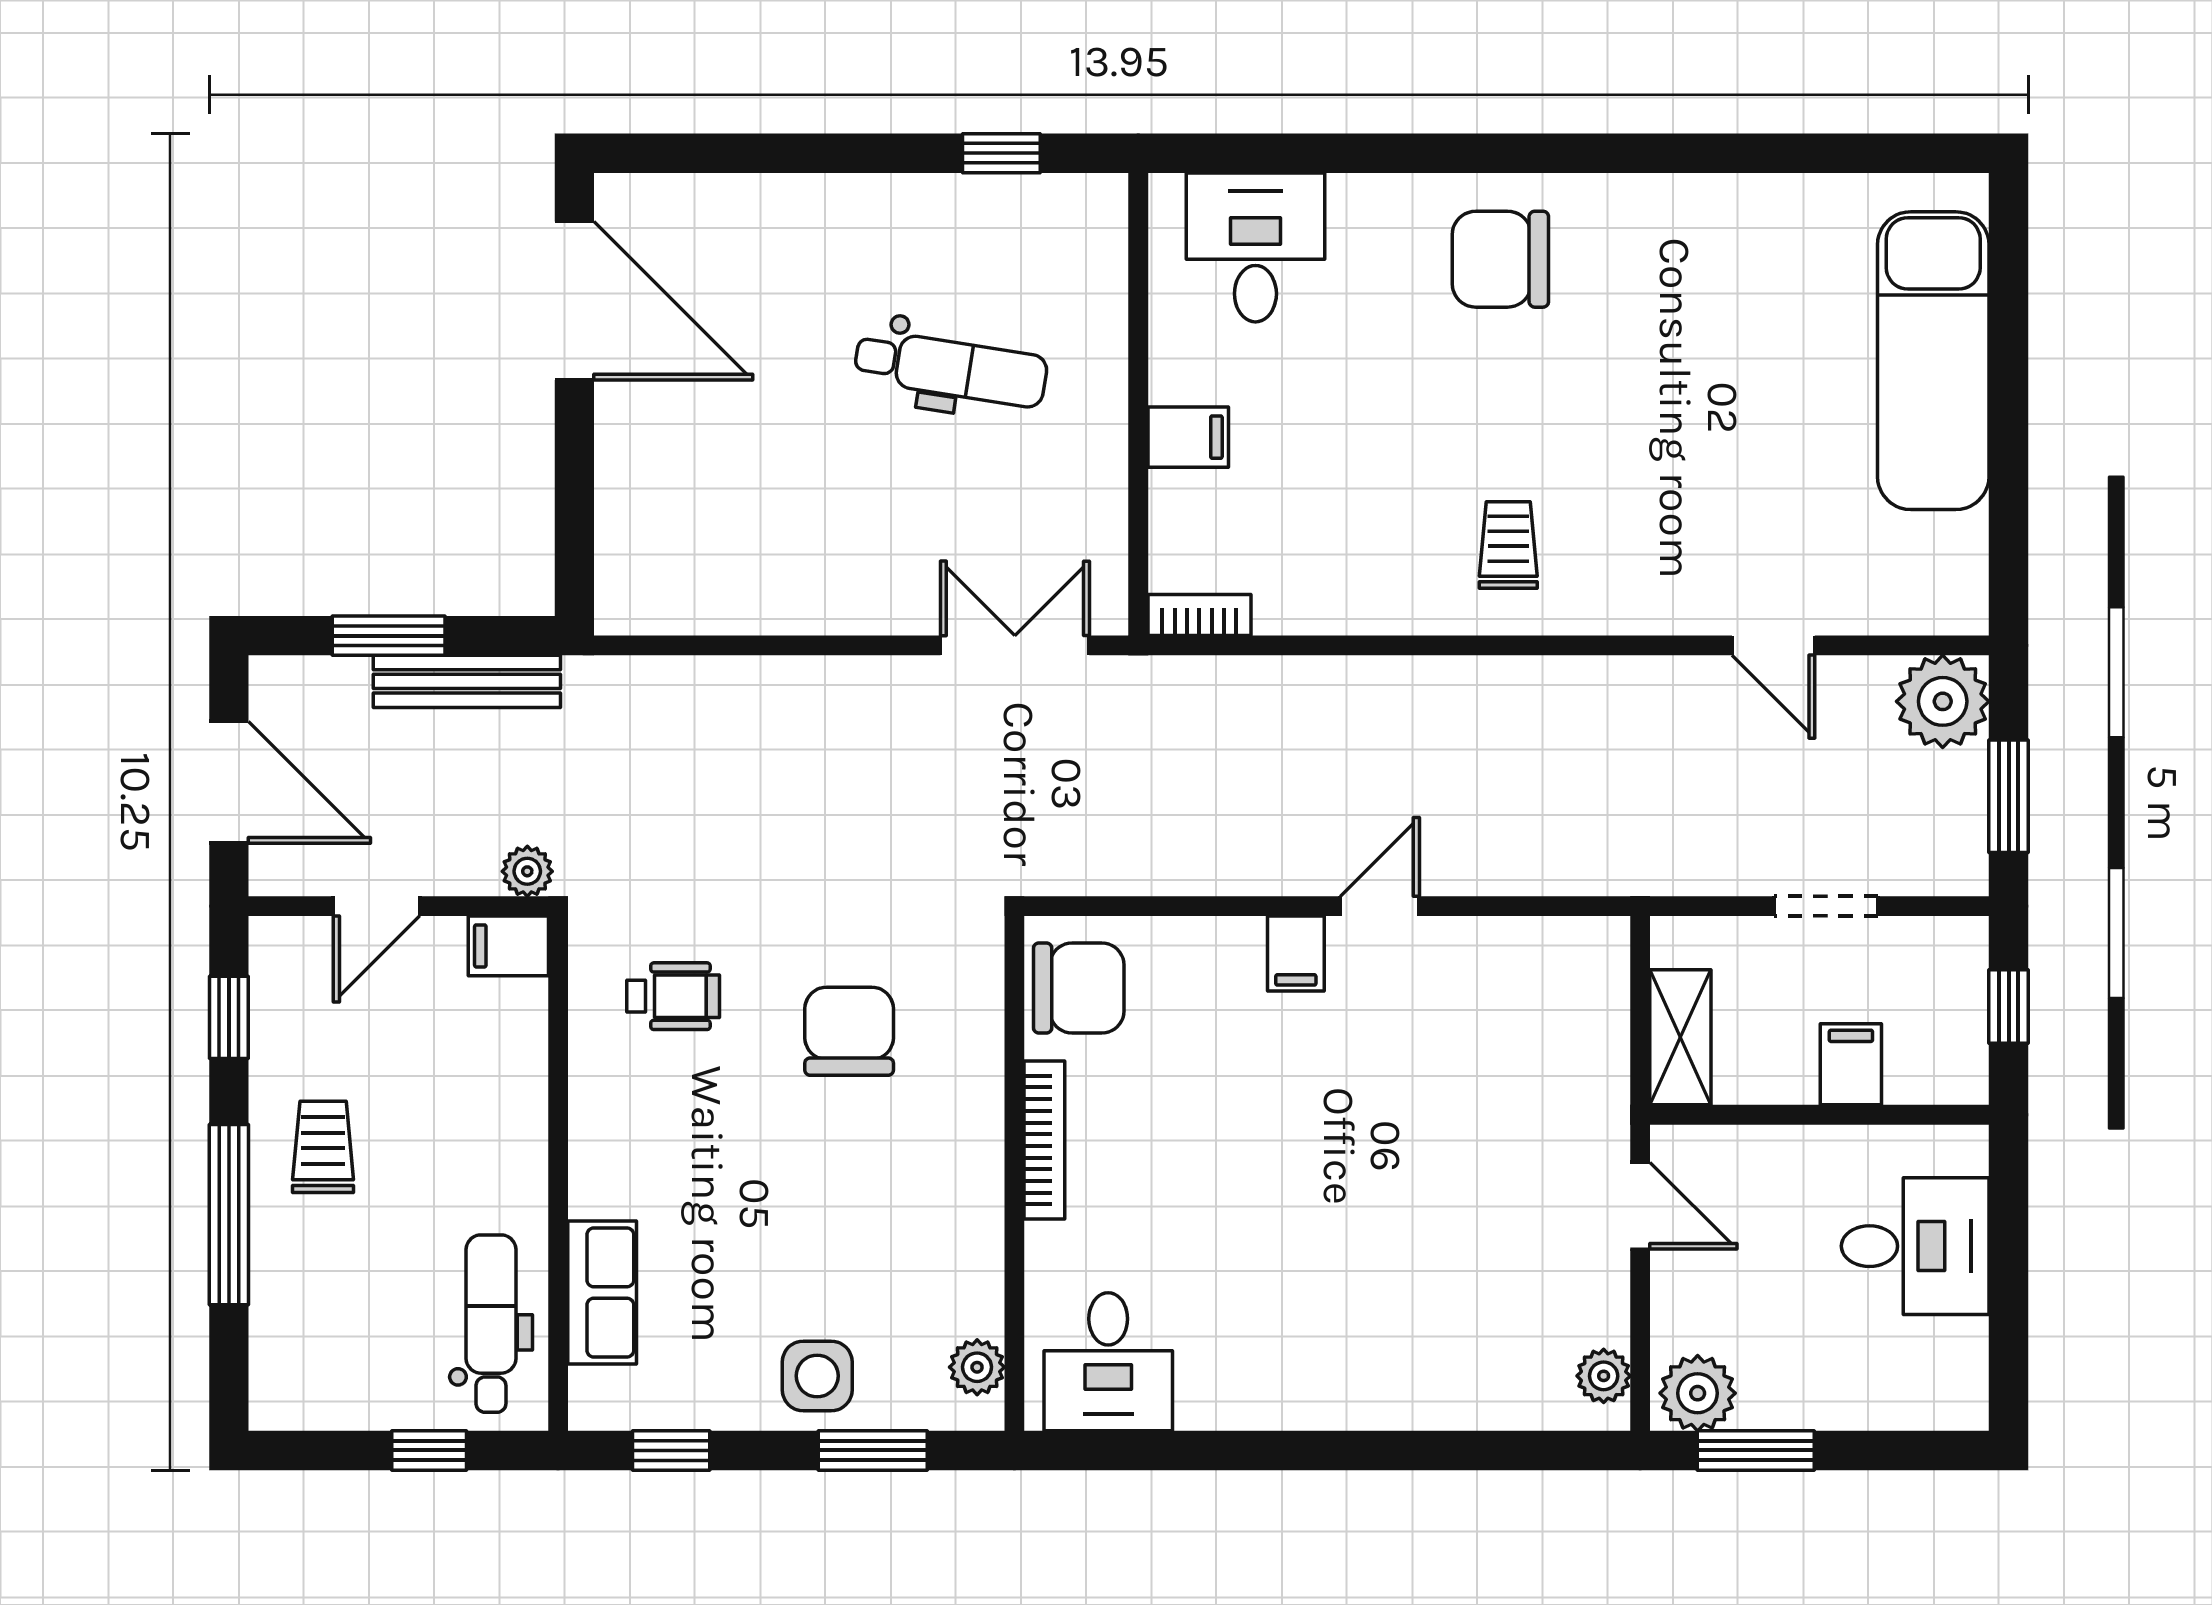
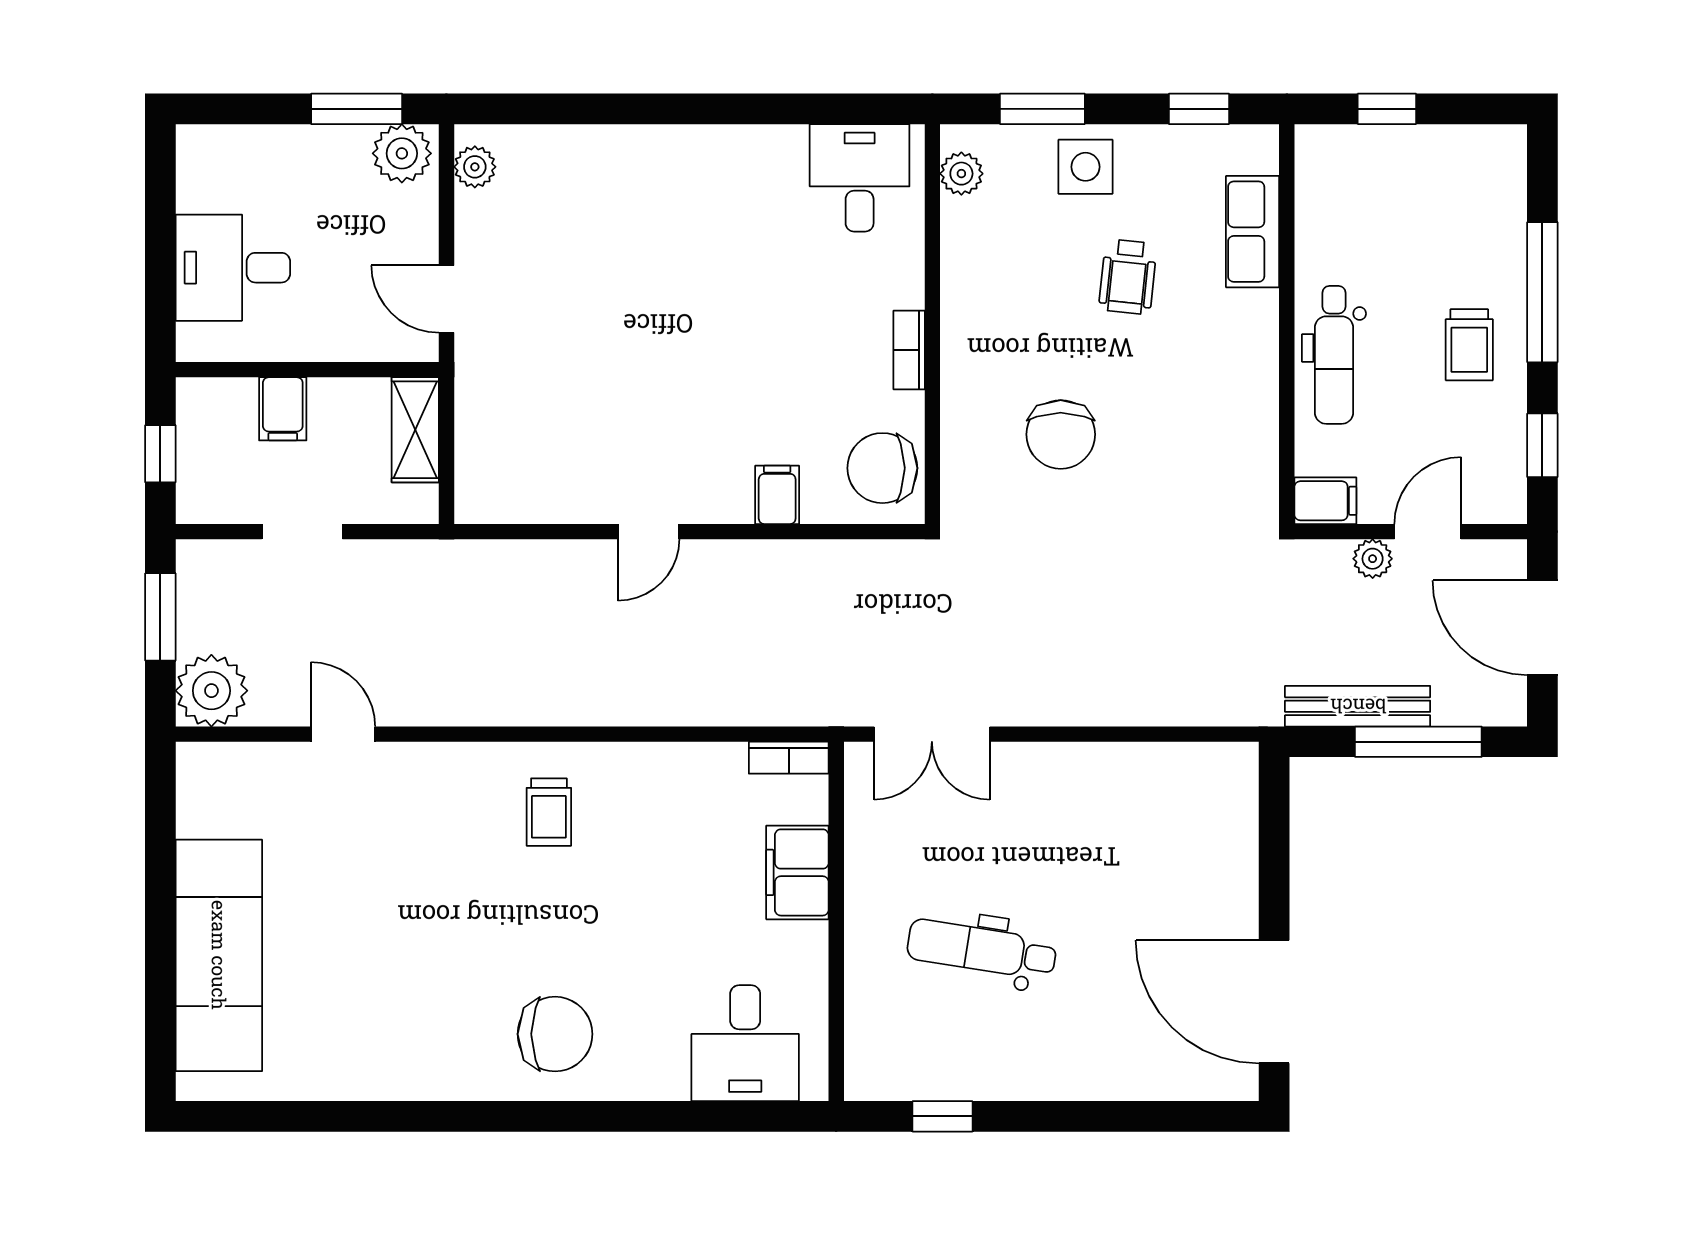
filing cabinet: (1188, 437) -> (797, 872), width x2.00
window: (389, 636) -> (1418, 742), width x1.44
plant: (527, 871) -> (1373, 559), moved
filing cabinet: (1296, 954) -> (777, 495), moved
wheelchair: (673, 996) -> (1128, 277), moved, turned -84
bookcase: (1044, 1140) -> (909, 350), width x0.64
dental chair: (491, 1324) -> (1334, 355), moved

